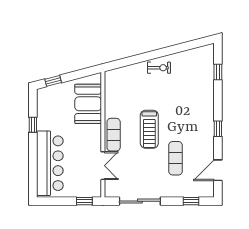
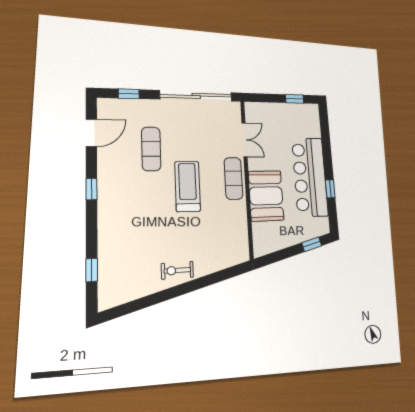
booth: (88, 104) -> (266, 196), moved
bar counter: (50, 163) -> (310, 177), moved
double door: (103, 166) -> (244, 140), swing flipped
window: (84, 201) -> (295, 99), moved
sliding door: (140, 201) -> (196, 96), width x1.36

